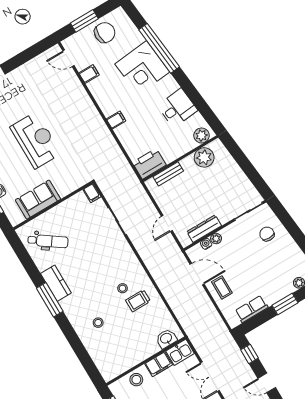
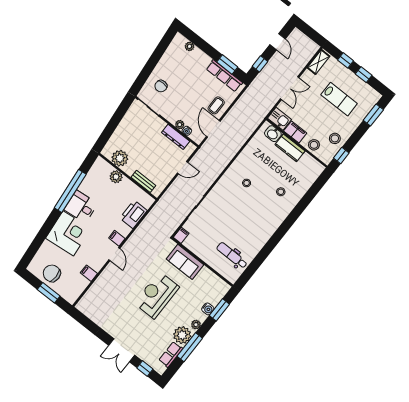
window: (159, 48) -> (70, 191), moved
door: (68, 58) -> (114, 254), moved
desk: (177, 108) -> (81, 207), moved
plant: (202, 136) -> (116, 177), moved
printer: (149, 164) -> (133, 214), moved, turned 90
sofa: (38, 200) -> (185, 262), moved
dental chair: (48, 241) -> (232, 255), turned -35
kitchen counter: (56, 283) -> (290, 148), moved, turned -90
window: (50, 300) -> (277, 237), removed
trolley: (138, 301) -> (252, 167), removed
window: (285, 304) -> (227, 65), moved
row of seats: (252, 309) -> (224, 76), width x1.48

